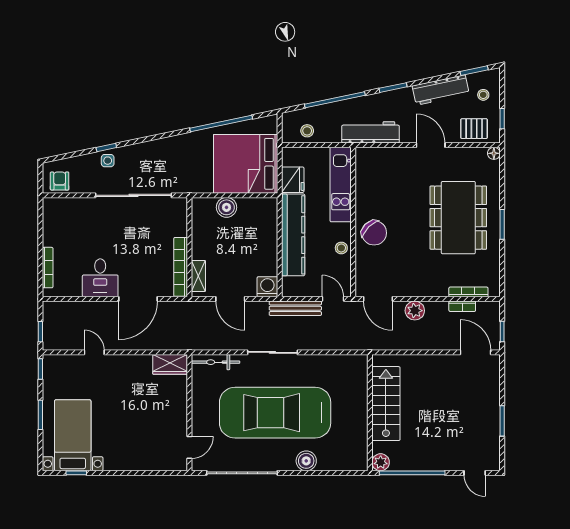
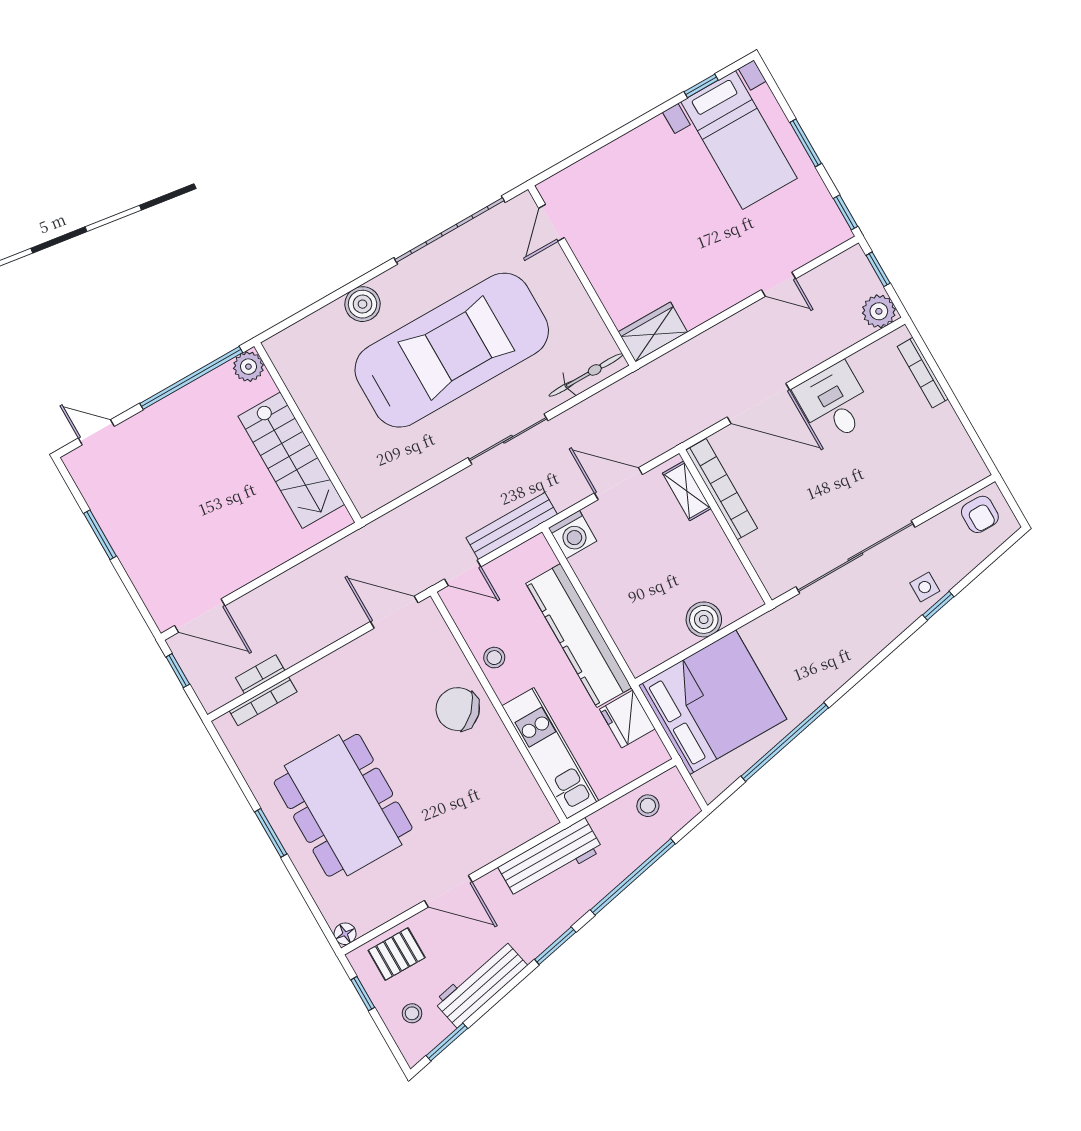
door: (138, 299) -> (758, 404), swing flipped
plant: (415, 311) -> (879, 311), moved

